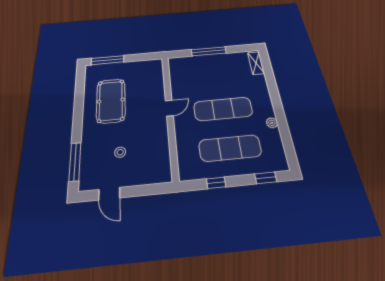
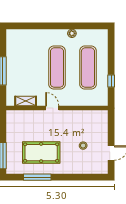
shelving: (256, 63) -> (26, 101), moved
window: (75, 162) -> (37, 177), moved
window: (266, 178) -> (111, 47), removed

